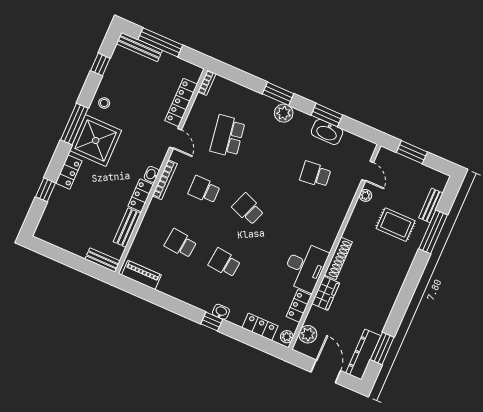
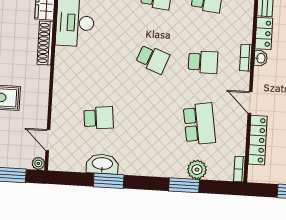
window: (278, 94) -> (184, 185), moved
plant: (284, 113) -> (197, 170), moved
bookcase: (165, 180) -> (246, 58), width x0.64
plant: (365, 195) -> (38, 163), moved

